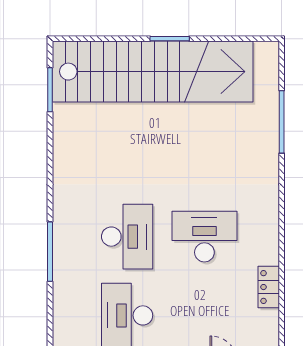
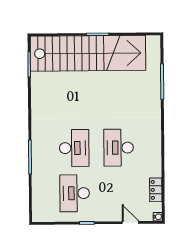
desk: (204, 237) -> (119, 148), turned -90
locker: (269, 287) -> (156, 190), moved

